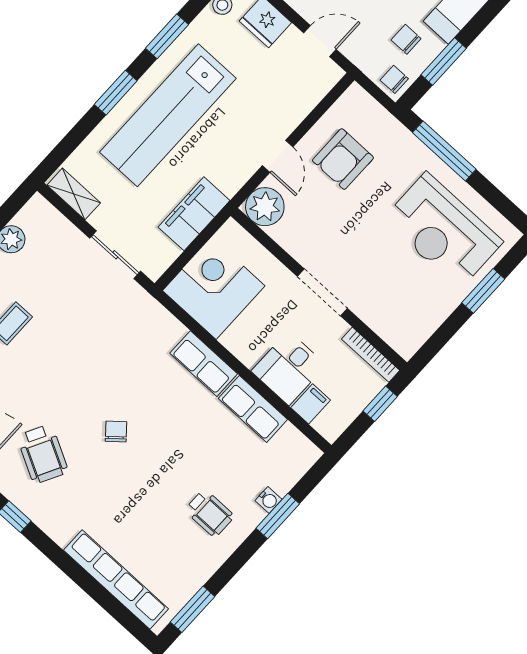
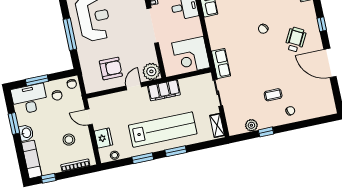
window: (444, 62) -> (37, 80), moved
window: (444, 151) -> (70, 34), moved
filing cabinet: (194, 214) -> (164, 90), moved
doorway: (322, 292) -> (153, 26), width x1.36
row of seats: (204, 364) -> (221, 64), moved

